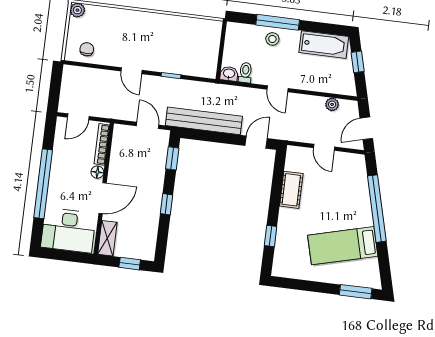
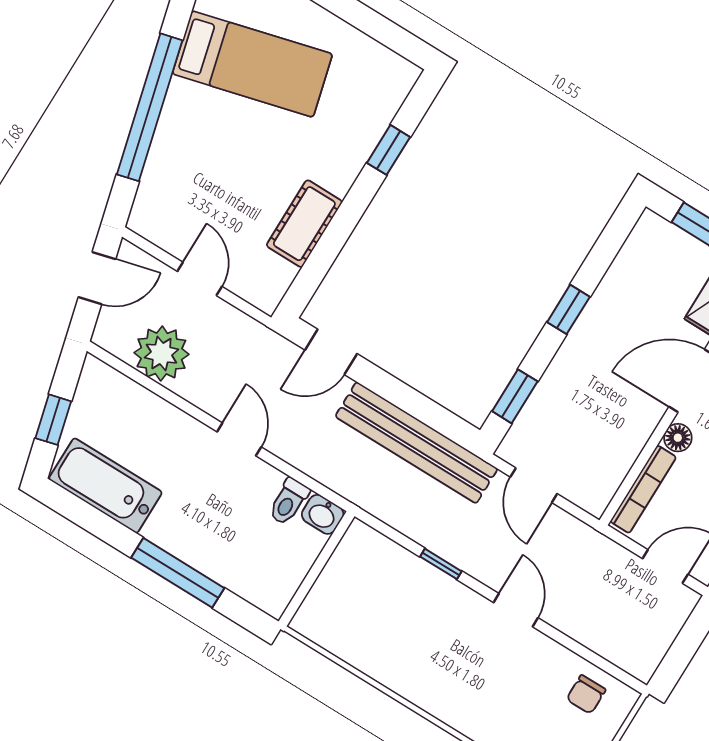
stool: (272, 39) -> (203, 544), removed
plant: (332, 104) -> (161, 354), width x1.87, depth x1.87

